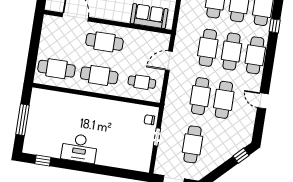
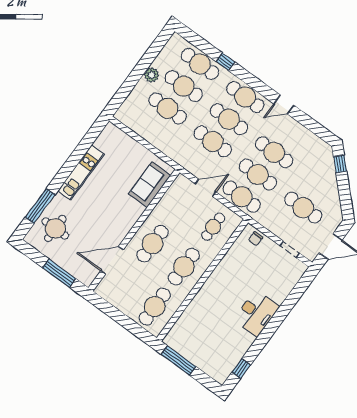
door: (169, 61) -> (206, 188), swing flipped
cafe table: (176, 92) -> (242, 197), added
door: (263, 101) -> (284, 105), moved
window: (22, 120) -> (179, 360), moved
doorway: (157, 137) -> (290, 249), moved
desk: (79, 148) -> (256, 313), moved

